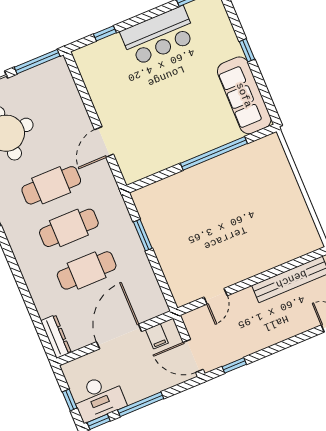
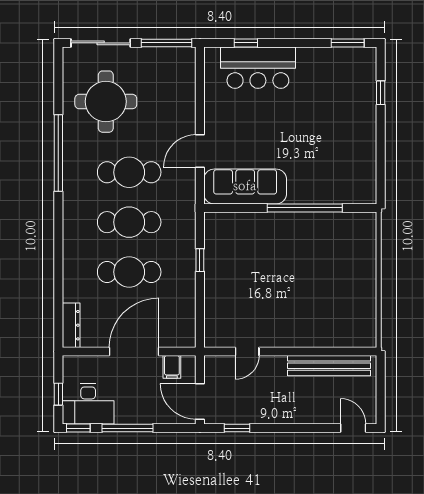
bar counter: (158, 36) -> (258, 68), moved
window: (247, 50) -> (381, 93), moved
sofa: (244, 95) -> (245, 186), moved, turned 90
window: (143, 235) -> (200, 260), width x0.67

